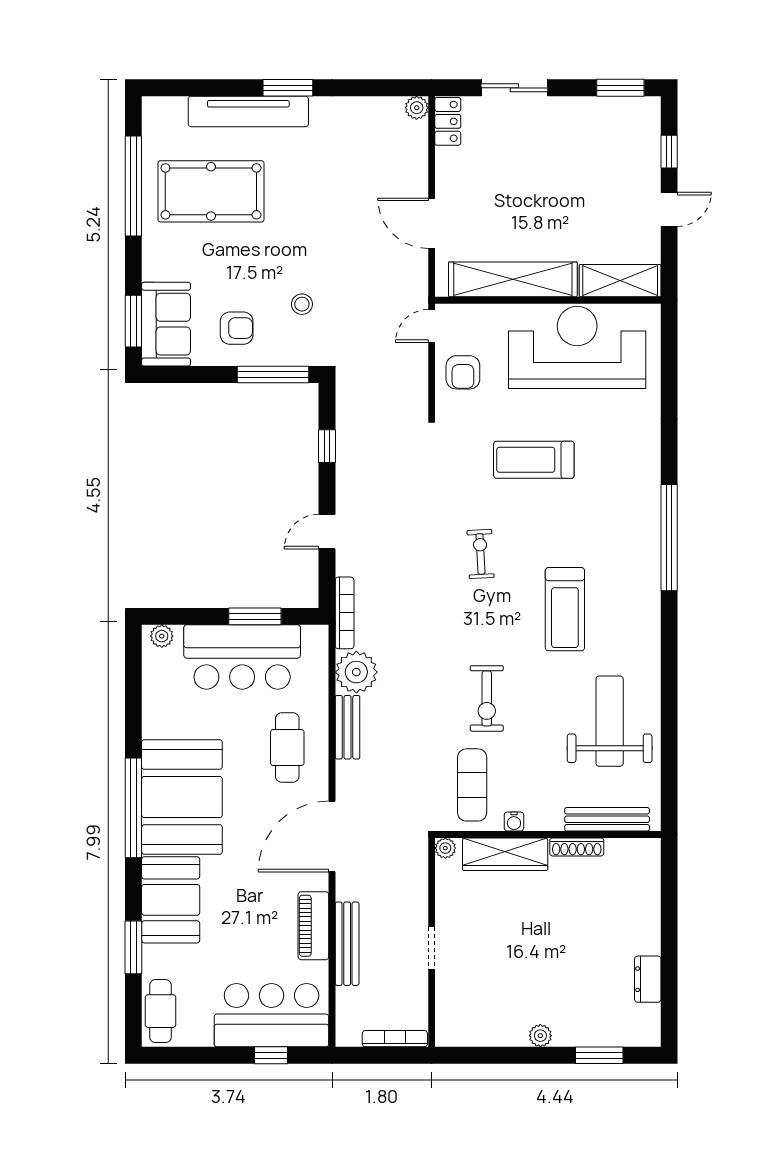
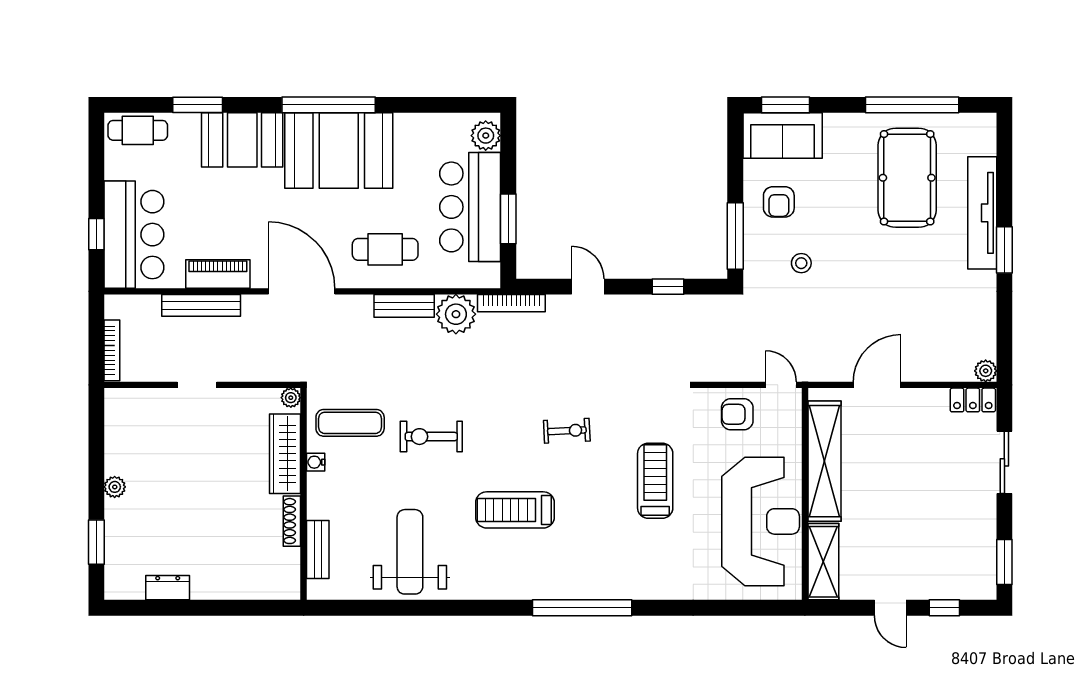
plant: (162, 636) -> (486, 136), width x1.38, depth x1.38
weight bench: (610, 721) -> (410, 552), turned -90
bench: (607, 819) -> (318, 550), width x0.73

